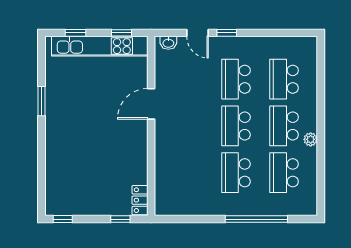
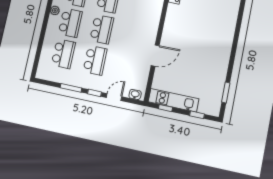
door: (197, 33) -> (114, 97), hinge flipped
window: (262, 33) -> (71, 88), added
kitchen unit: (100, 46) -> (173, 100), width x0.73
window: (41, 101) -> (226, 93), moved

